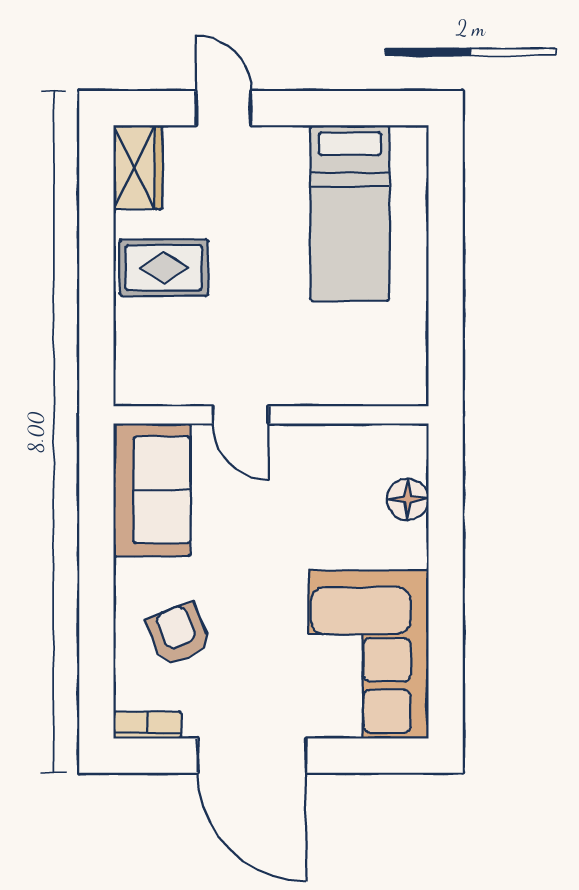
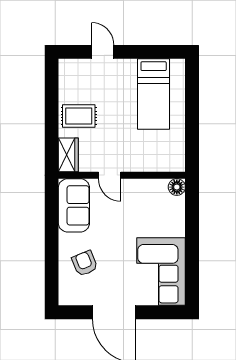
wardrobe: (138, 167) -> (68, 155), moved
floor lamp: (408, 499) -> (177, 187), moved
bookcase: (147, 725) -> (72, 300), removed

